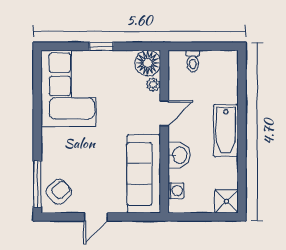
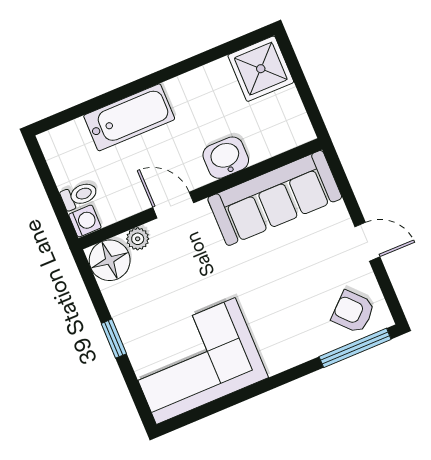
bathtub: (226, 131) -> (129, 117), moved
washing machine: (176, 191) -> (85, 221), moved, turned 90
shower: (226, 201) -> (261, 69), width x1.36, depth x1.36

